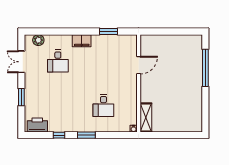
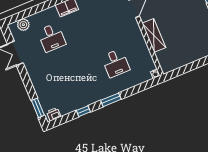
window: (21, 97) -> (38, 108), moved
shelving: (146, 117) -> (154, 35), moved
printer: (37, 125) -> (54, 114), width x0.53, depth x0.68

